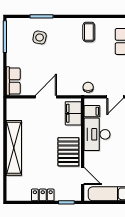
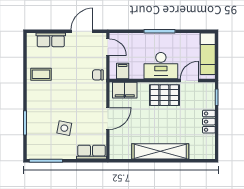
side table: (40, 37) -> (64, 128), moved
door: (46, 97) -> (108, 118), swing flipped
desk: (97, 134) -> (161, 66), moved

